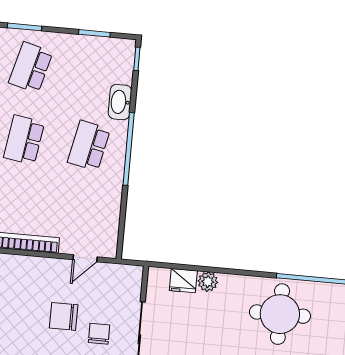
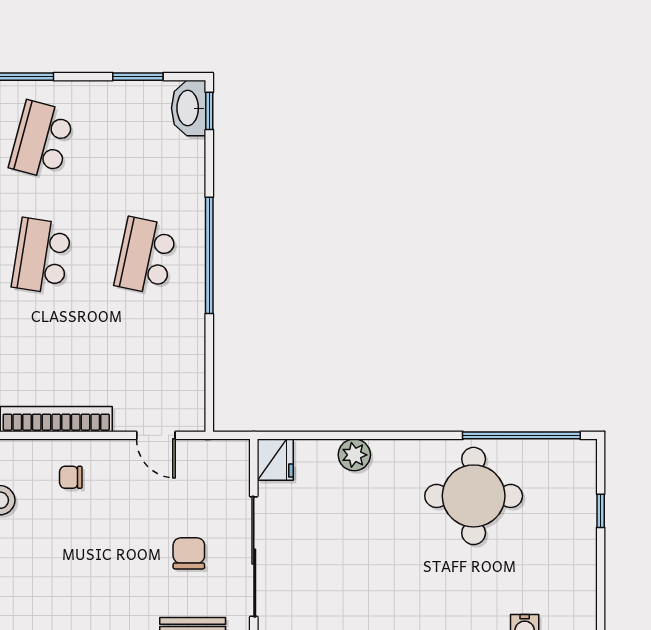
washbasin: (120, 102) -> (189, 108), moved
door: (85, 258) -> (156, 435), hinge flipped
fridge: (183, 281) -> (275, 460), moved, turned -90
chair: (64, 316) -> (71, 477), moved, width x0.54, depth x0.54

